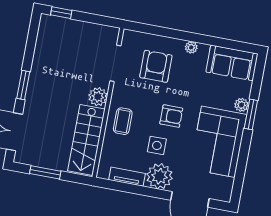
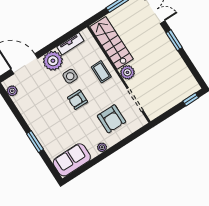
plant: (241, 105) -> (12, 91), moved
corner sofa: (218, 142) -> (39, 110), removed

